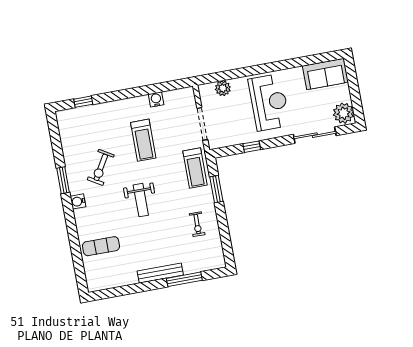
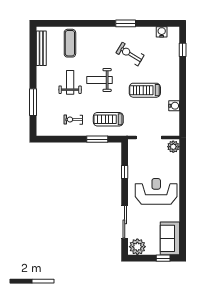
window: (352, 78) -> (163, 258), added
plant: (223, 88) -> (173, 147), moved
reception desk: (269, 102) -> (156, 191), turned 180
treadmill: (195, 168) -> (108, 119), moved
water cooler: (78, 201) -> (162, 32), moved
weight bench: (151, 237) -> (70, 82), added
bench: (160, 273) -> (41, 48), moved

